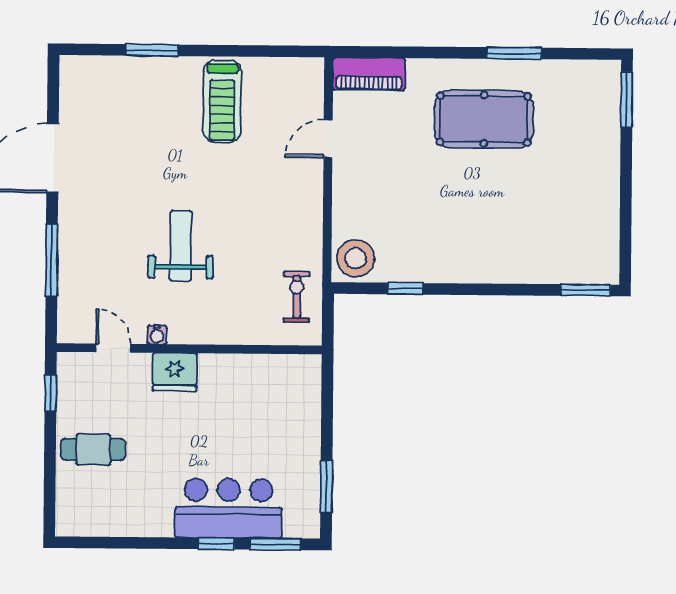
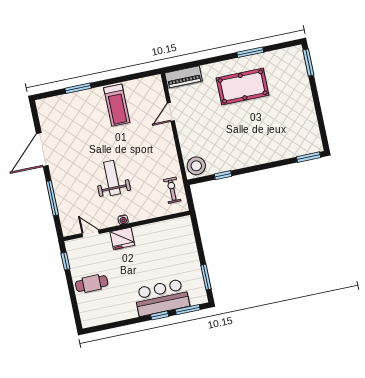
water cooler: (157, 335) -> (123, 220), moved

